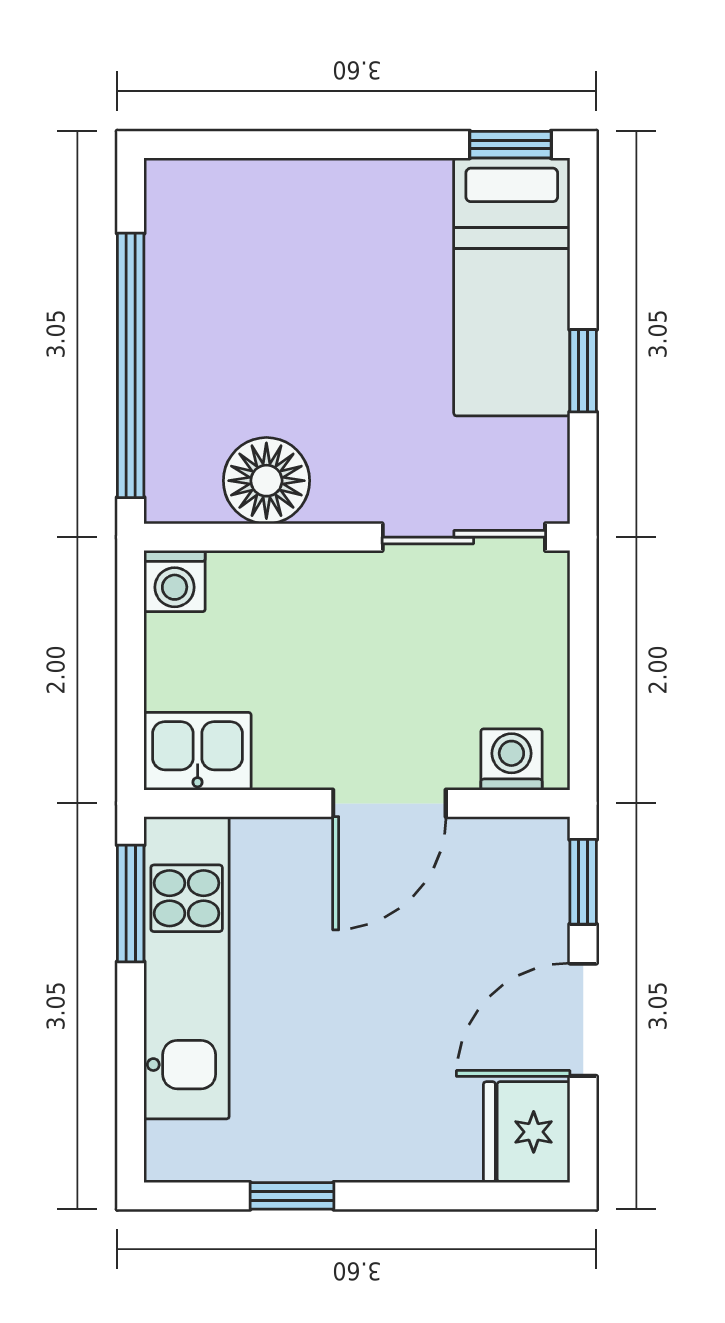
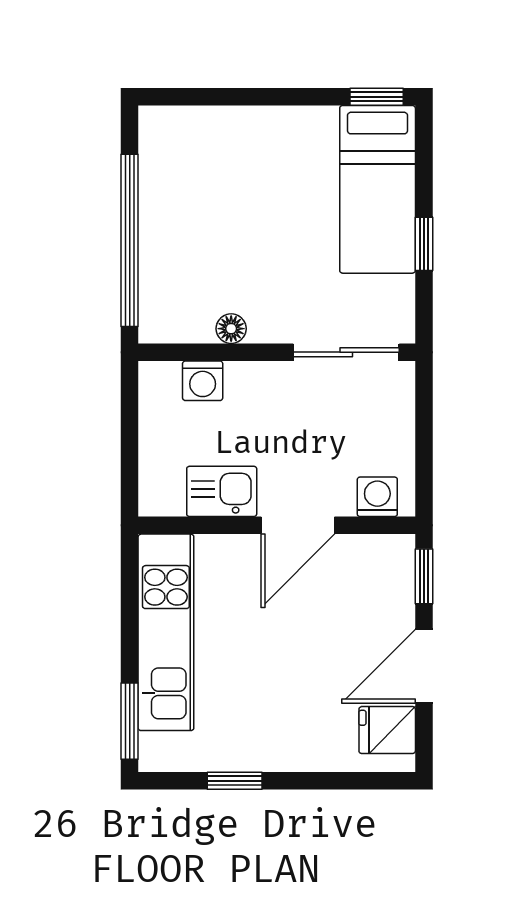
floor lamp: (266, 481) -> (231, 329), width x0.53, depth x0.53
washing machine: (175, 581) -> (203, 381), moved
kitchen sink: (198, 751) -> (222, 491), moved
window: (131, 903) -> (130, 721), moved
fridge: (527, 1132) -> (387, 730), width x0.72

